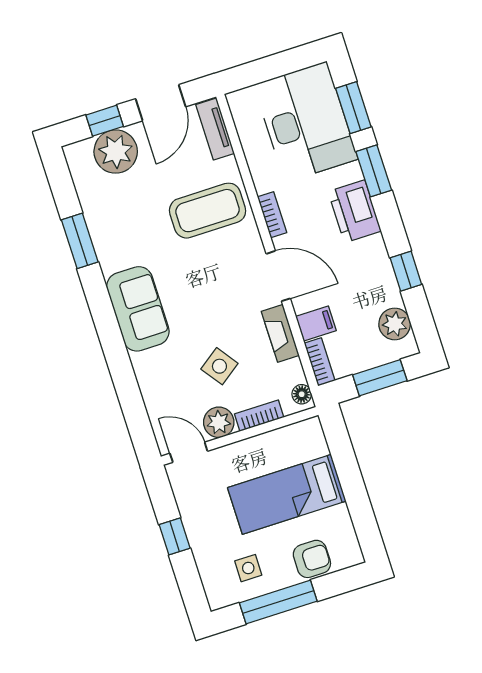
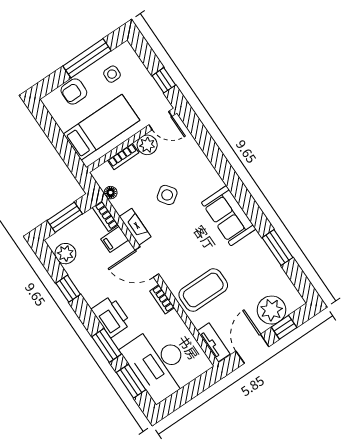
bookcase: (259, 416) -> (123, 156), moved
plant: (219, 422) -> (147, 145), moved
wall: (240, 436) -> (132, 140), moved
door: (189, 452) -> (160, 121), moved

